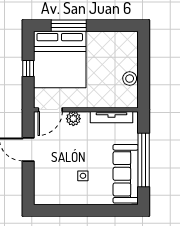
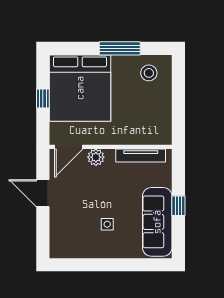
window: (69, 26) -> (120, 48), moved
stool: (130, 79) -> (149, 73), moved
window: (144, 160) -> (178, 206), width x0.32

